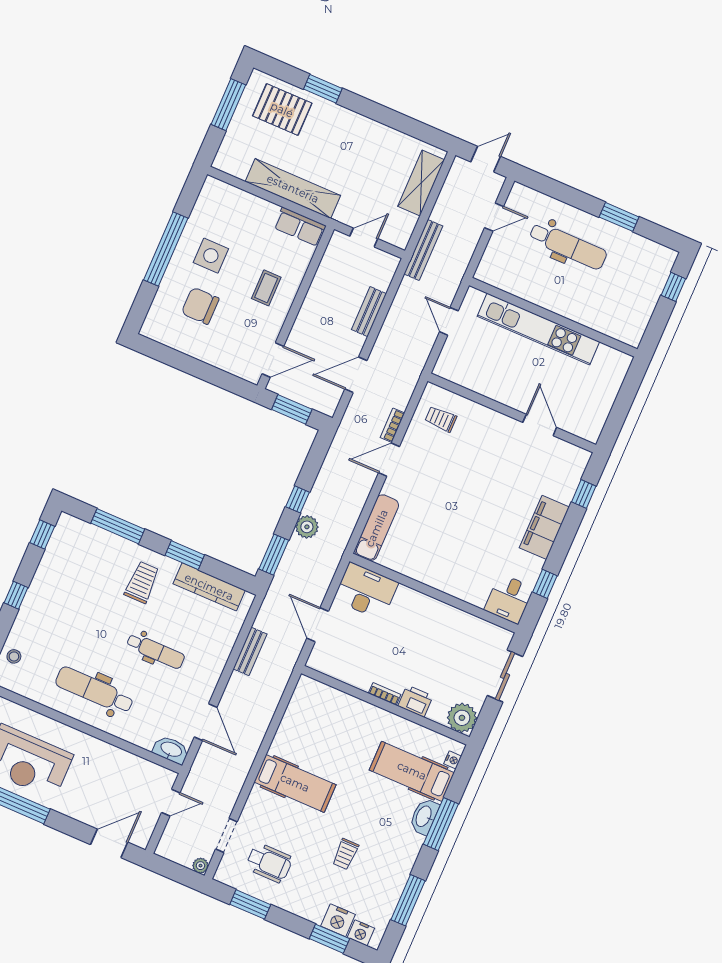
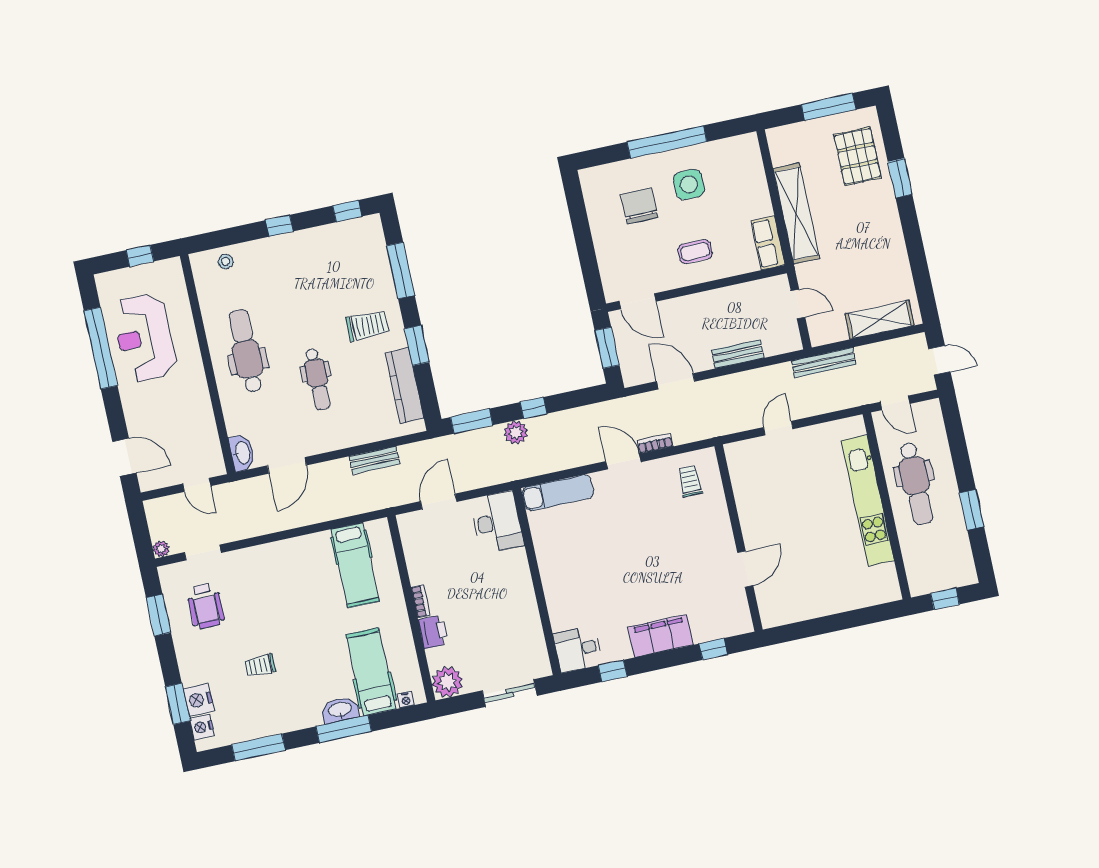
wall: (553, 317) -> (887, 506), moved
kitchen unit: (538, 329) -> (868, 500), moved
hospital bed: (295, 783) -> (355, 565), moved

